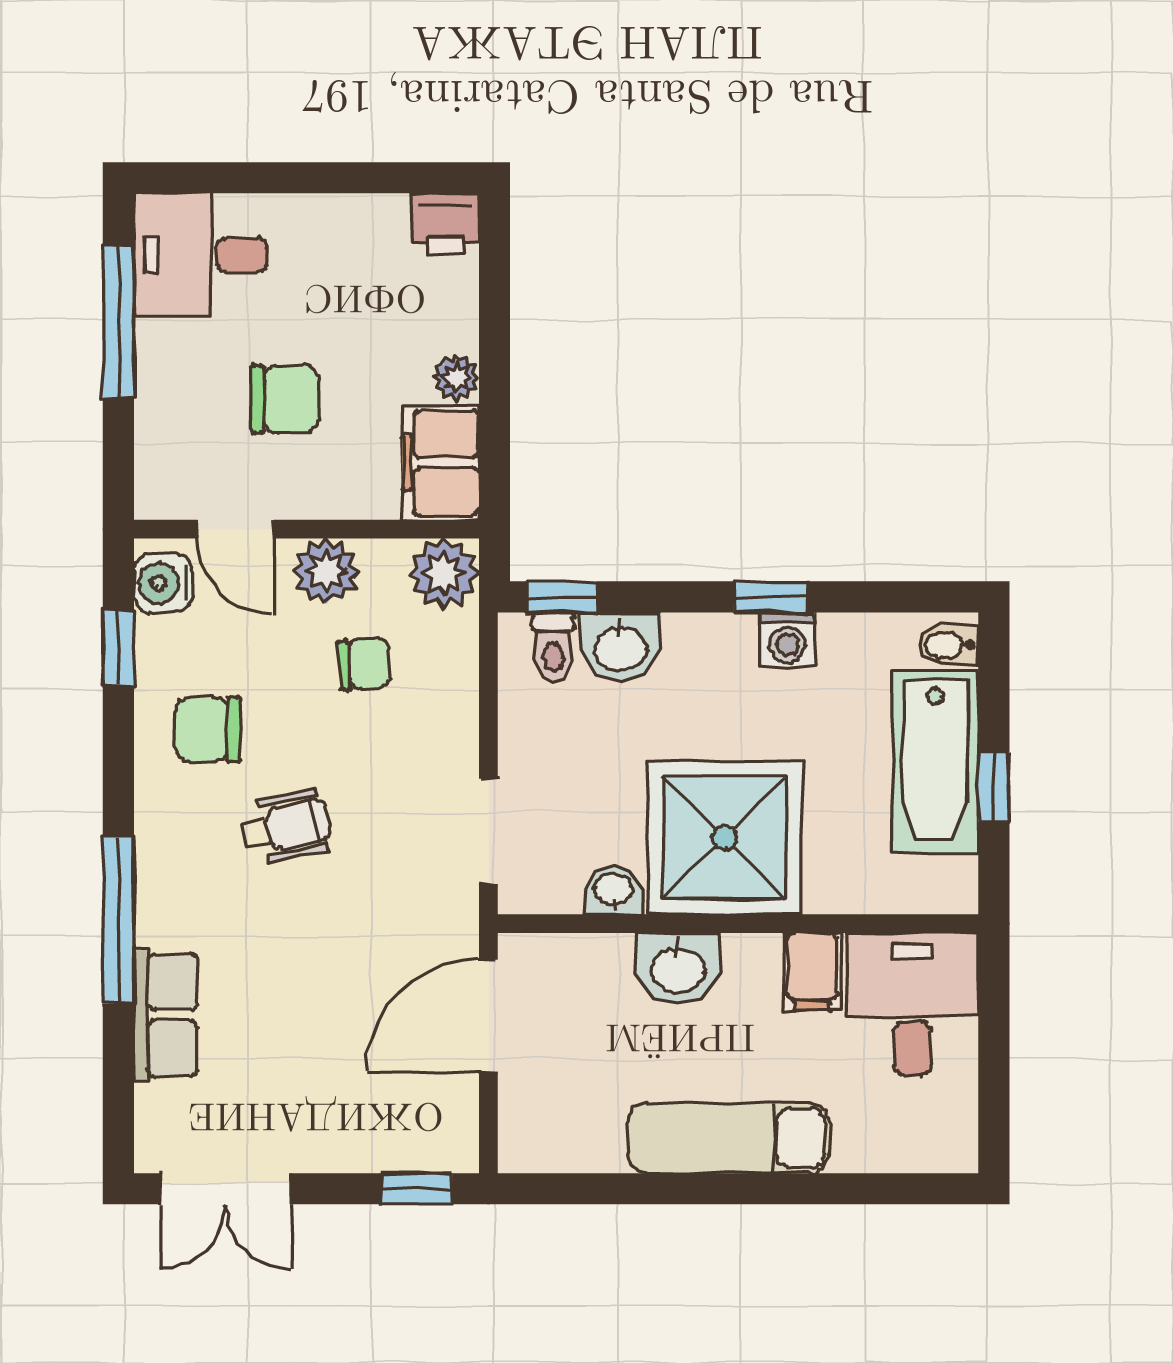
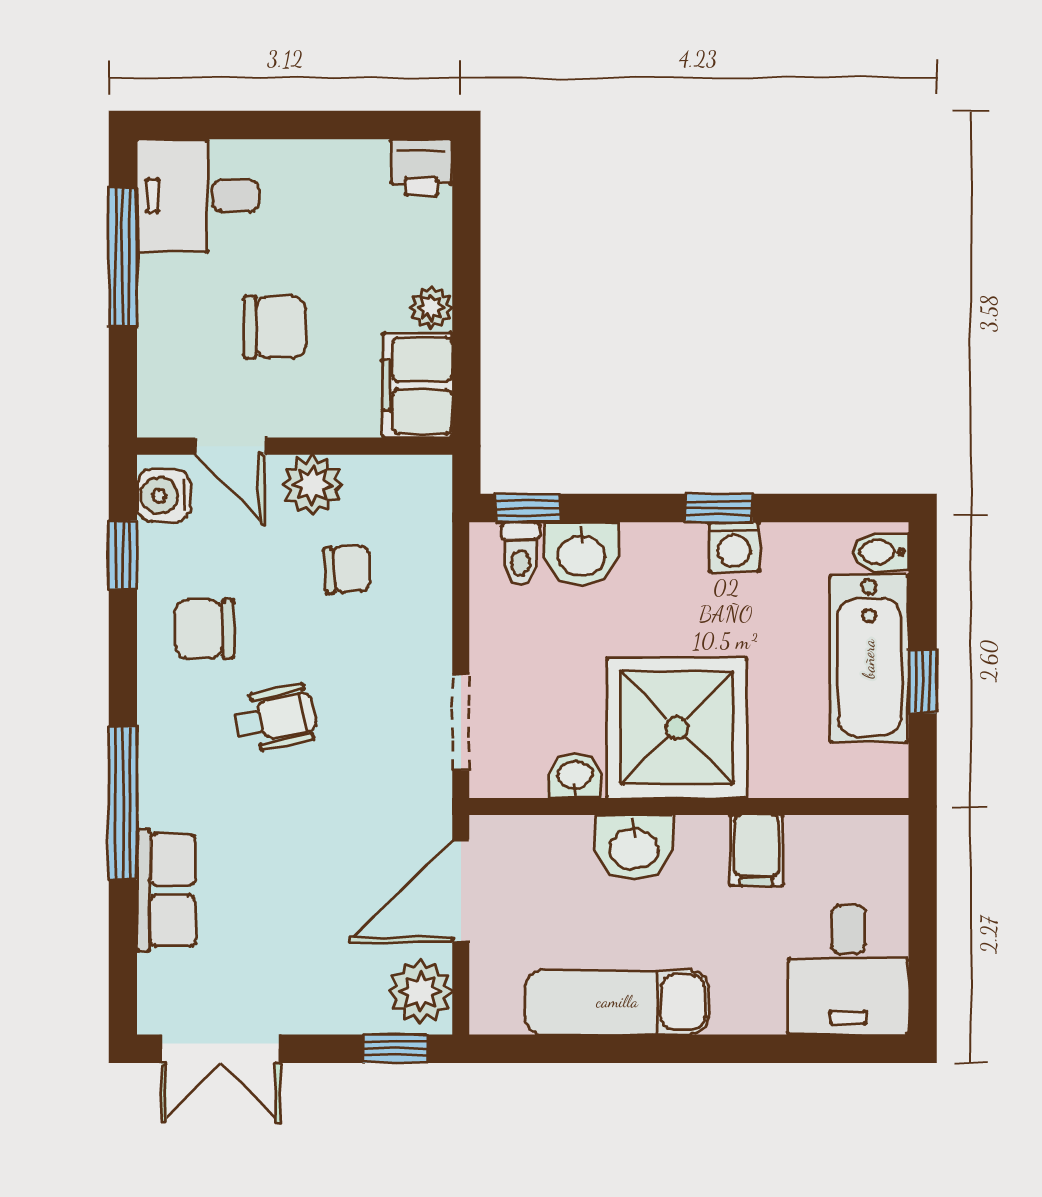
plant: (444, 573) -> (420, 992), moved
desk: (912, 1004) -> (848, 969), moved, turned 180
exam couch: (728, 1138) -> (617, 1002), moved

